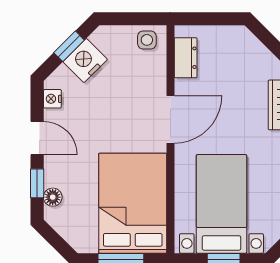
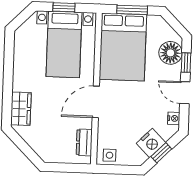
floor lamp: (53, 197) -> (170, 53), width x1.89, depth x1.89

